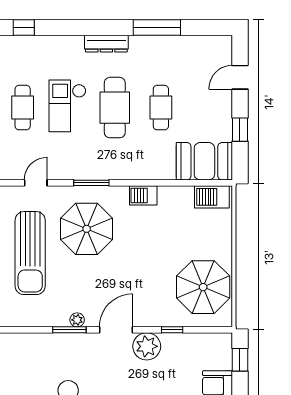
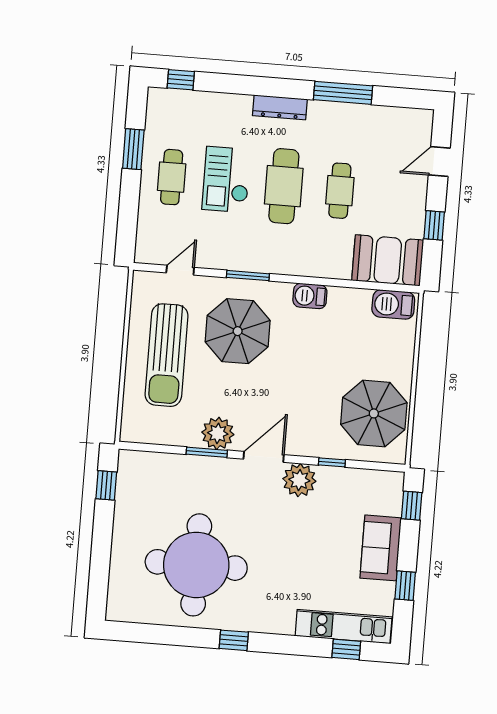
plant: (77, 320) -> (218, 433), width x1.88, depth x1.88

